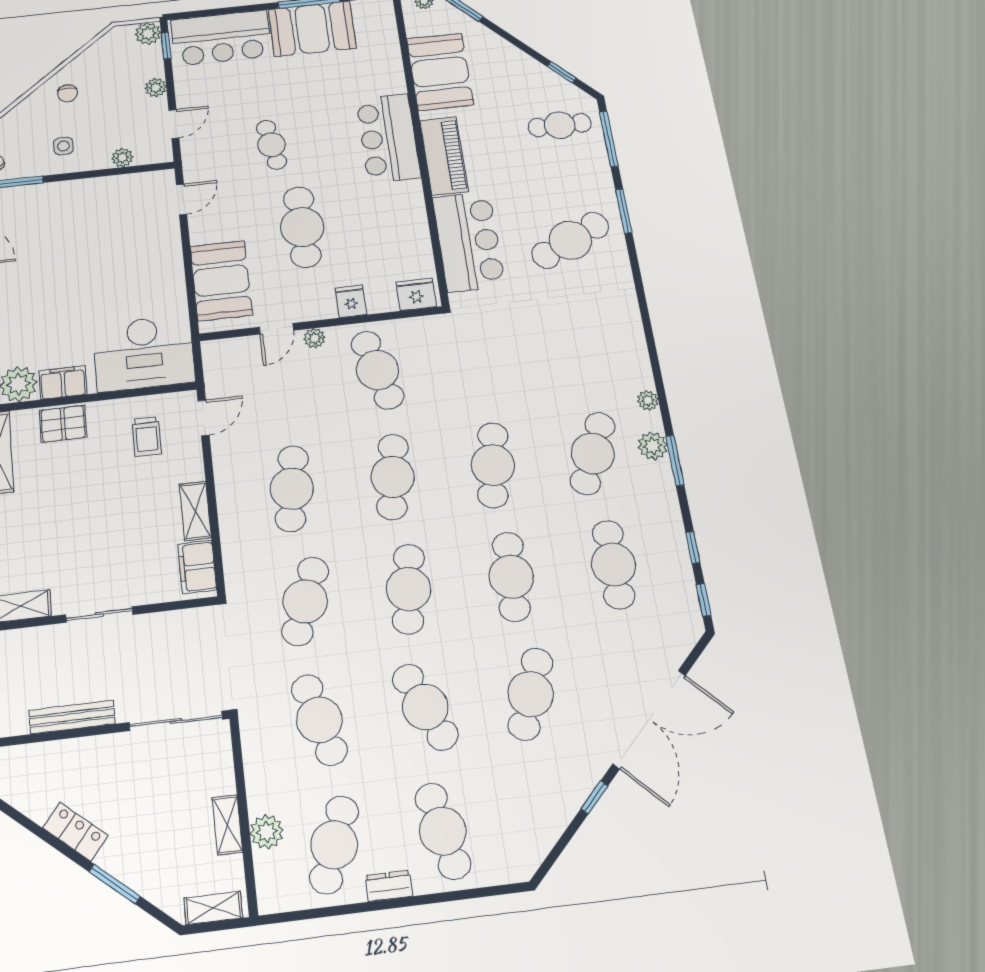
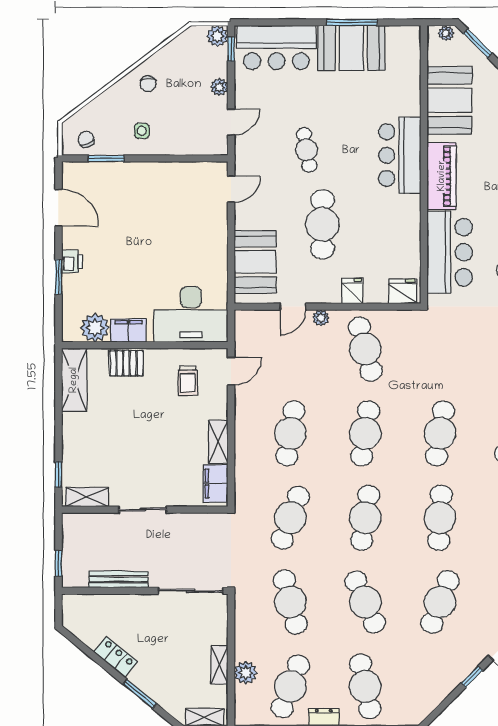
plant: (122, 158) -> (188, 147), removed

